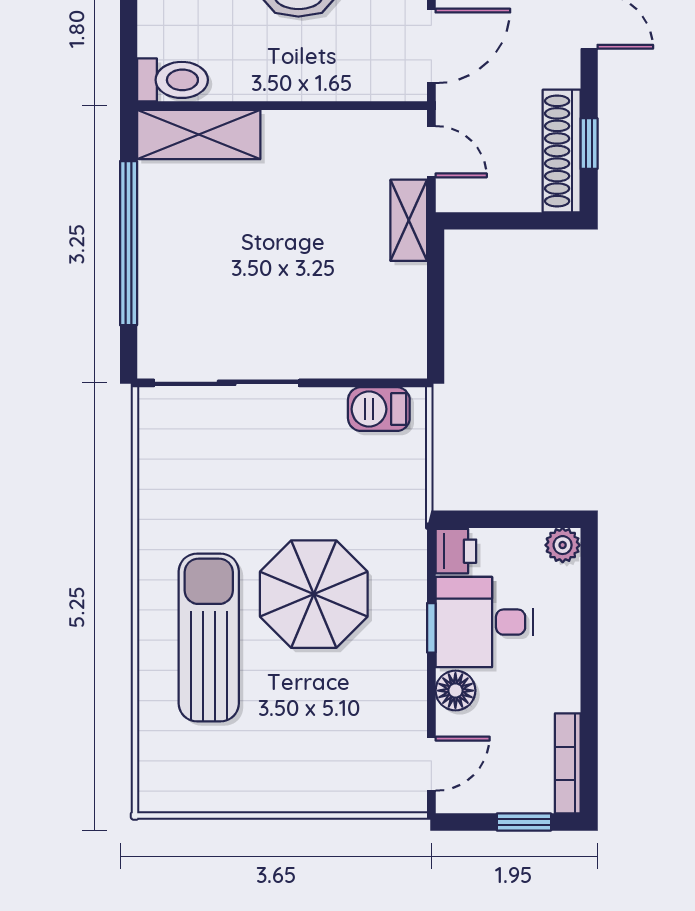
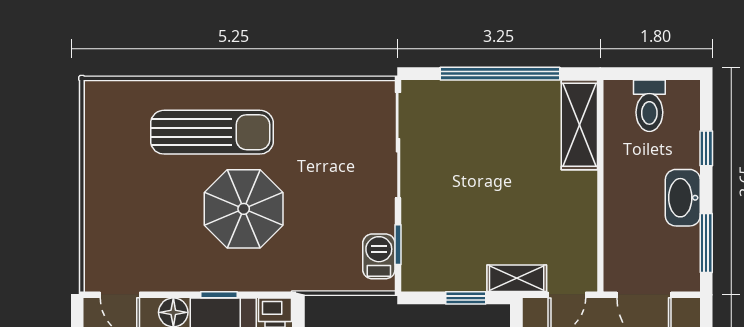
toilet: (172, 80) -> (649, 106), moved
window: (436, 290) -> (466, 298), added
window: (363, 383) -> (398, 245), added

